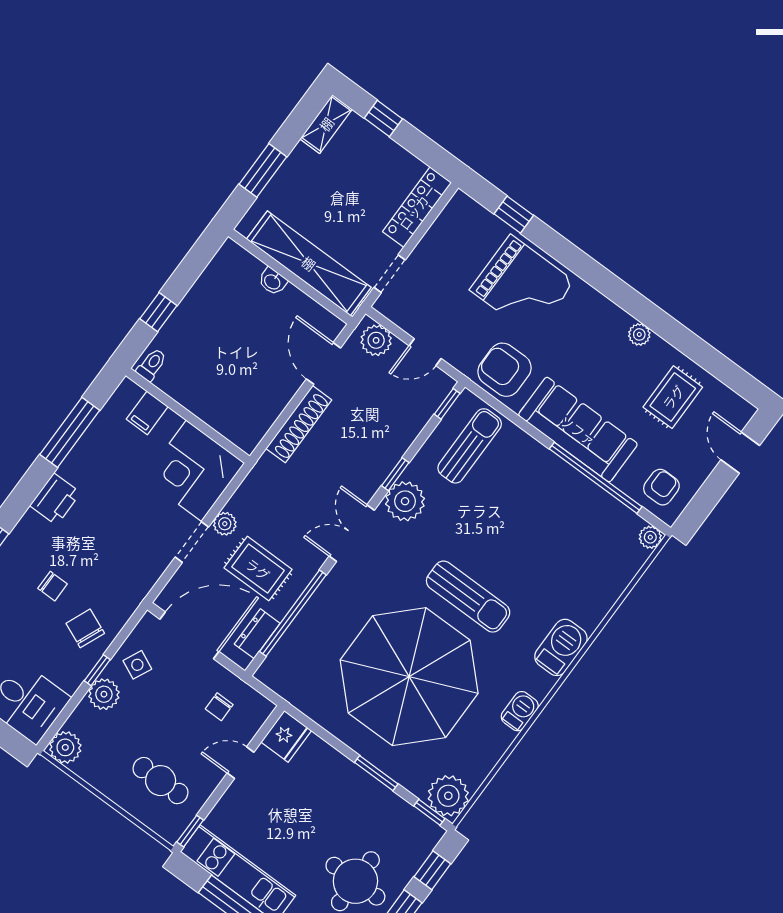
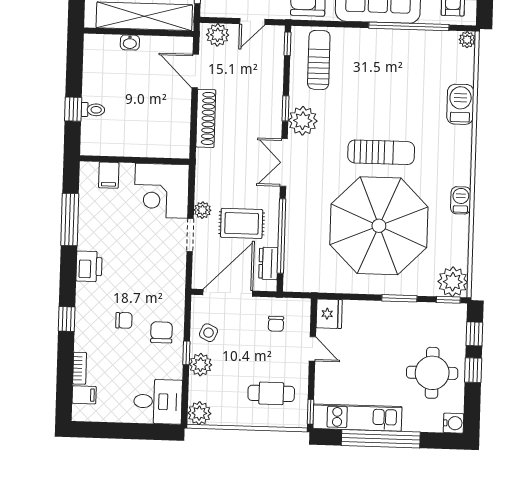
toilet: (152, 365) -> (93, 110), moved, turned 90
chair: (85, 628) -> (161, 332), turned 67
barbecue: (561, 647) -> (460, 104), moved
door: (241, 763) -> (312, 349), swing flipped

